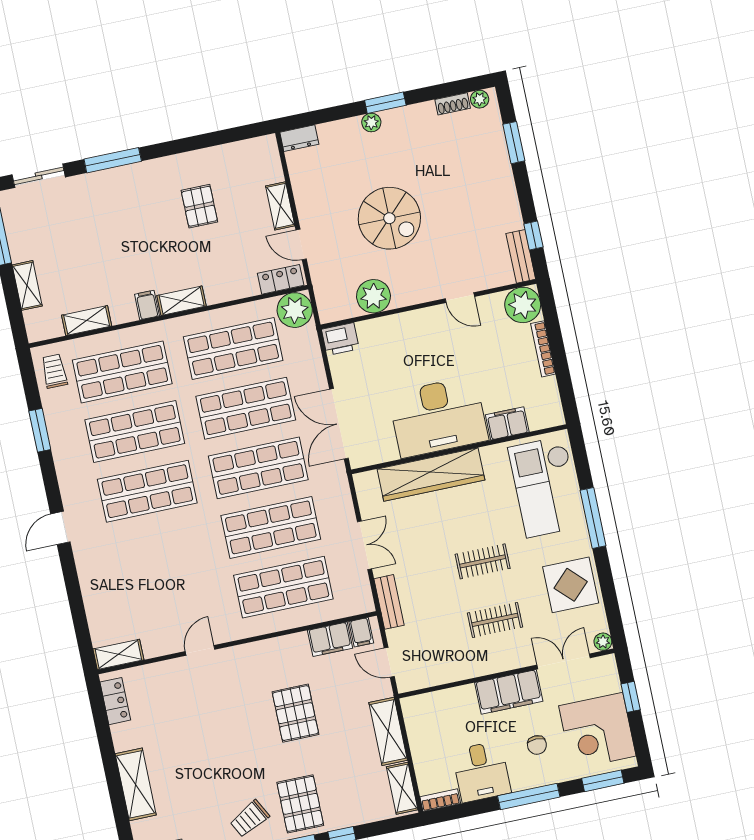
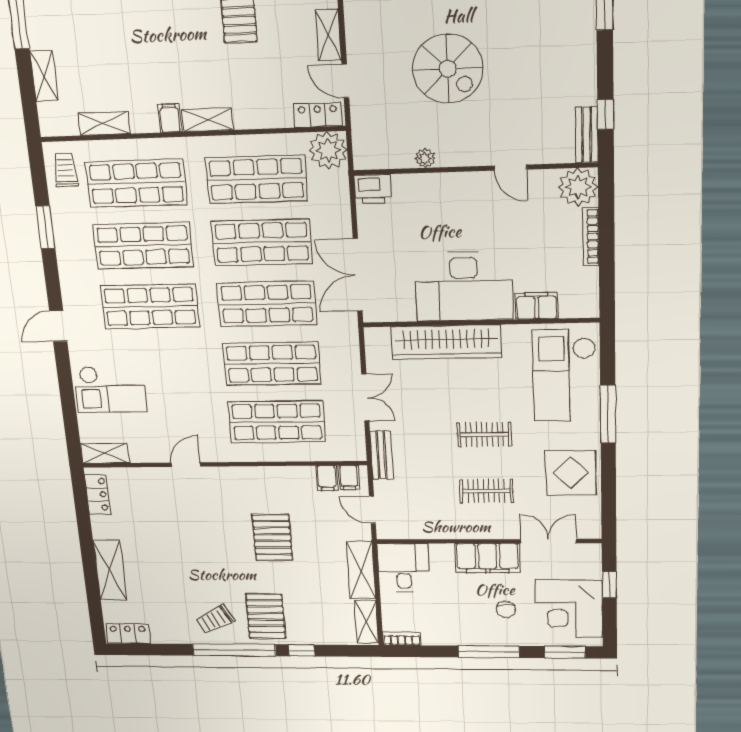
plant: (373, 296) -> (425, 158), width x0.53, depth x0.53
checkout: (117, 584) -> (110, 389), added
filing cabinet: (330, 639) -> (327, 478), width x0.50
plant: (603, 642) -> (592, 531), removed
desk: (481, 772) -> (404, 568), moved, turned 180

